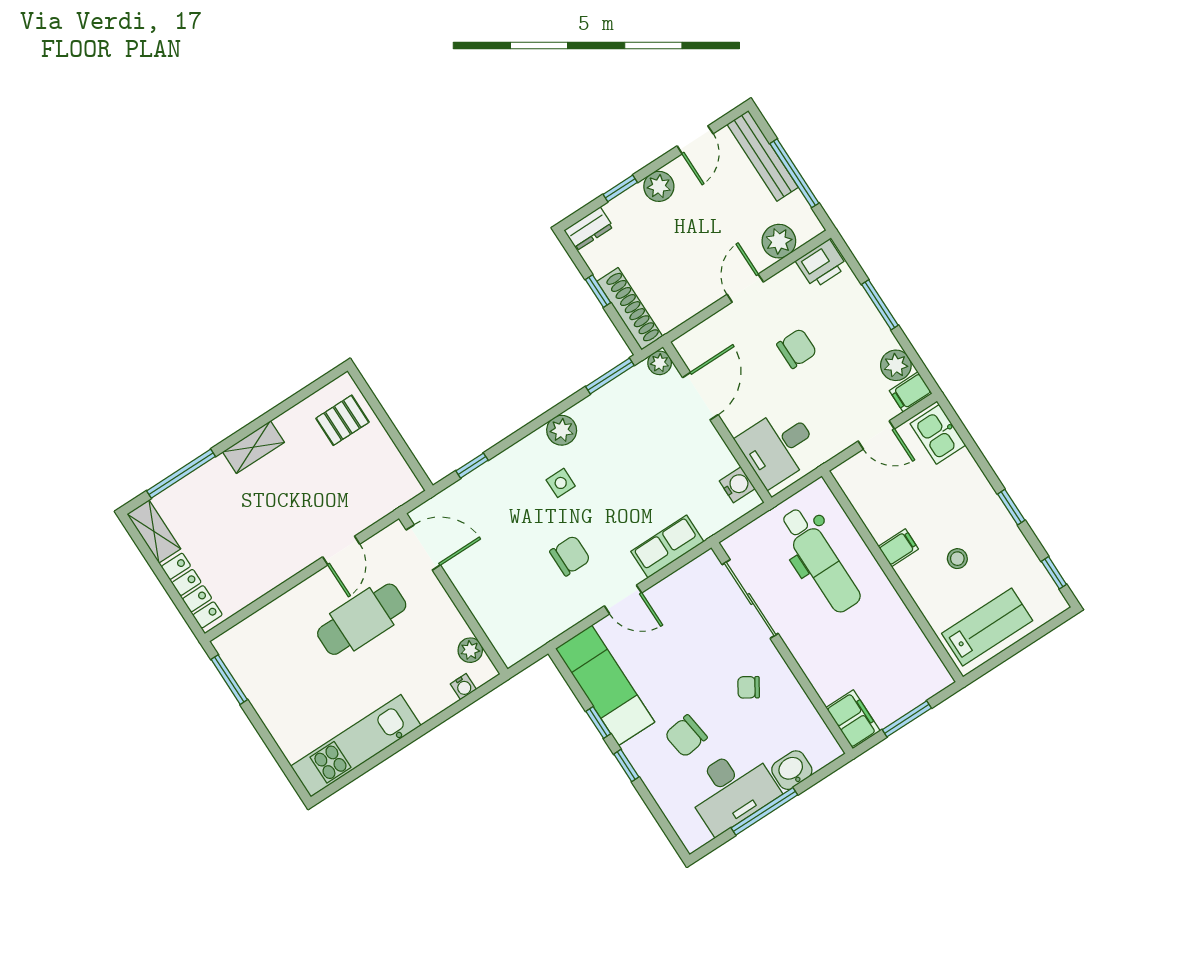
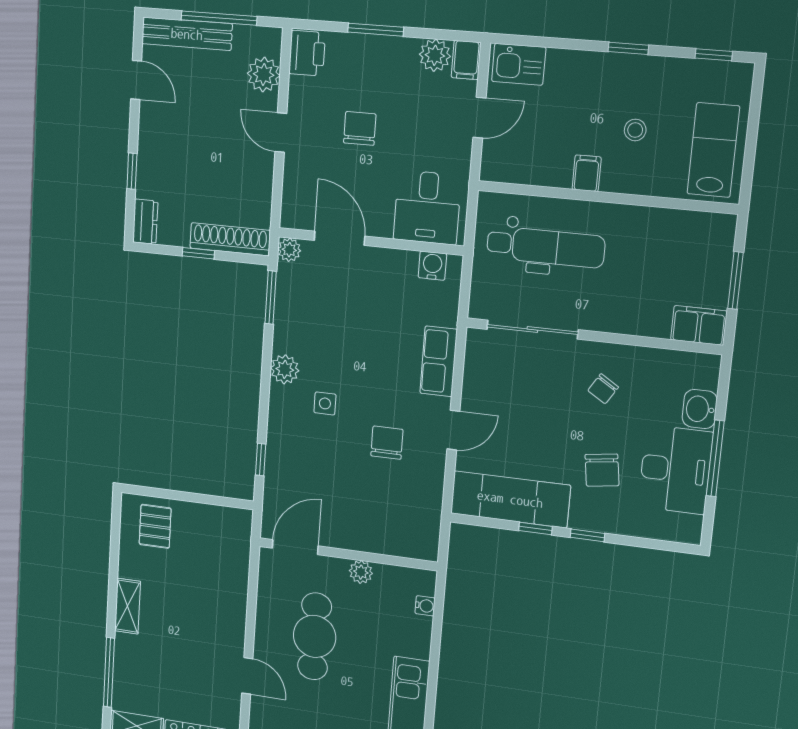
plant: (659, 186) -> (152, 139), removed
door: (341, 550) -> (247, 676), moved
plant: (470, 650) -> (361, 572), moved

